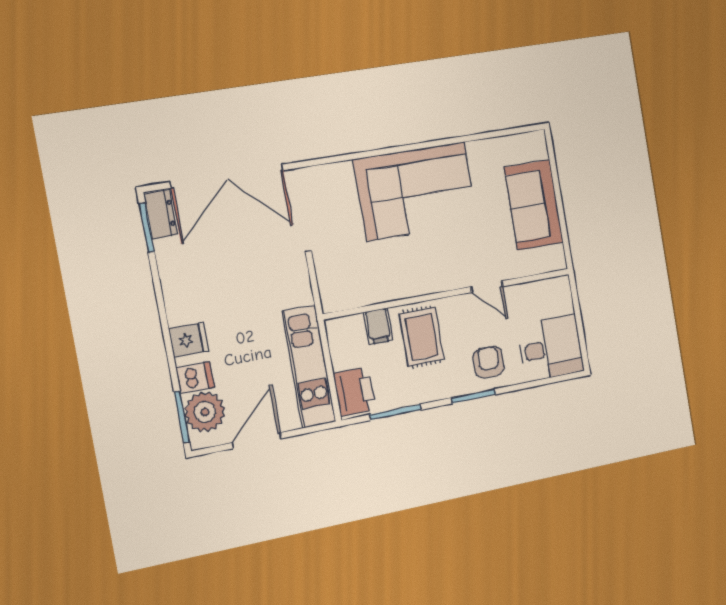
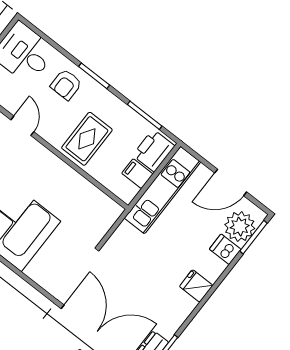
filing cabinet: (378, 326) -> (137, 174), moved, turned -90
fridge: (188, 340) -> (196, 286), moved

